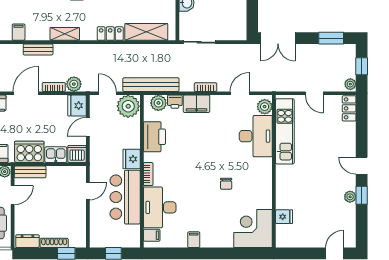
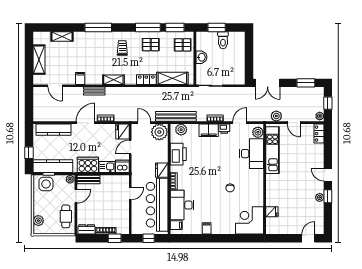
plant: (74, 84) -> (276, 116), moved
printer: (175, 102) -> (224, 129), moved
bar counter: (125, 197) -> (157, 205), width x1.36

